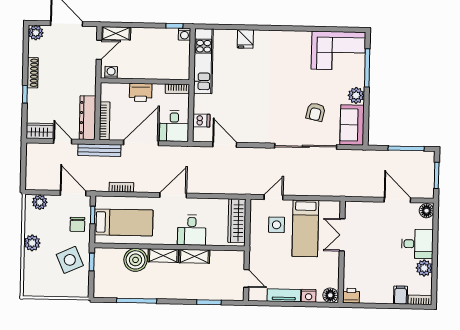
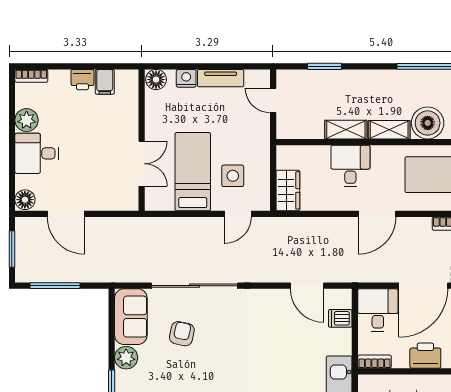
wardrobe: (237, 221) -> (288, 190), width x0.67
filing cabinet: (400, 295) -> (105, 82), moved
printer: (351, 296) -> (82, 80), moved

